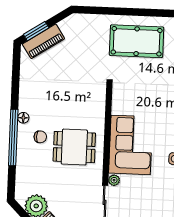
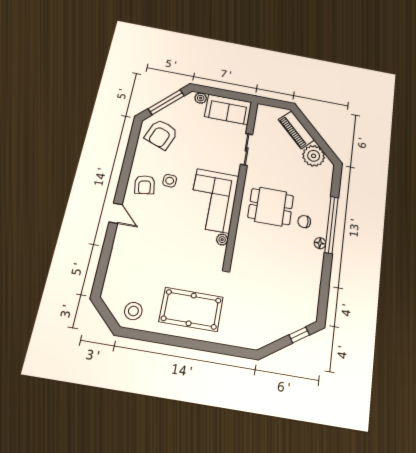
window: (36, 31) -> (299, 335), width x0.67
piano: (43, 41) -> (292, 322), removed
plant: (114, 180) -> (222, 240), moved

